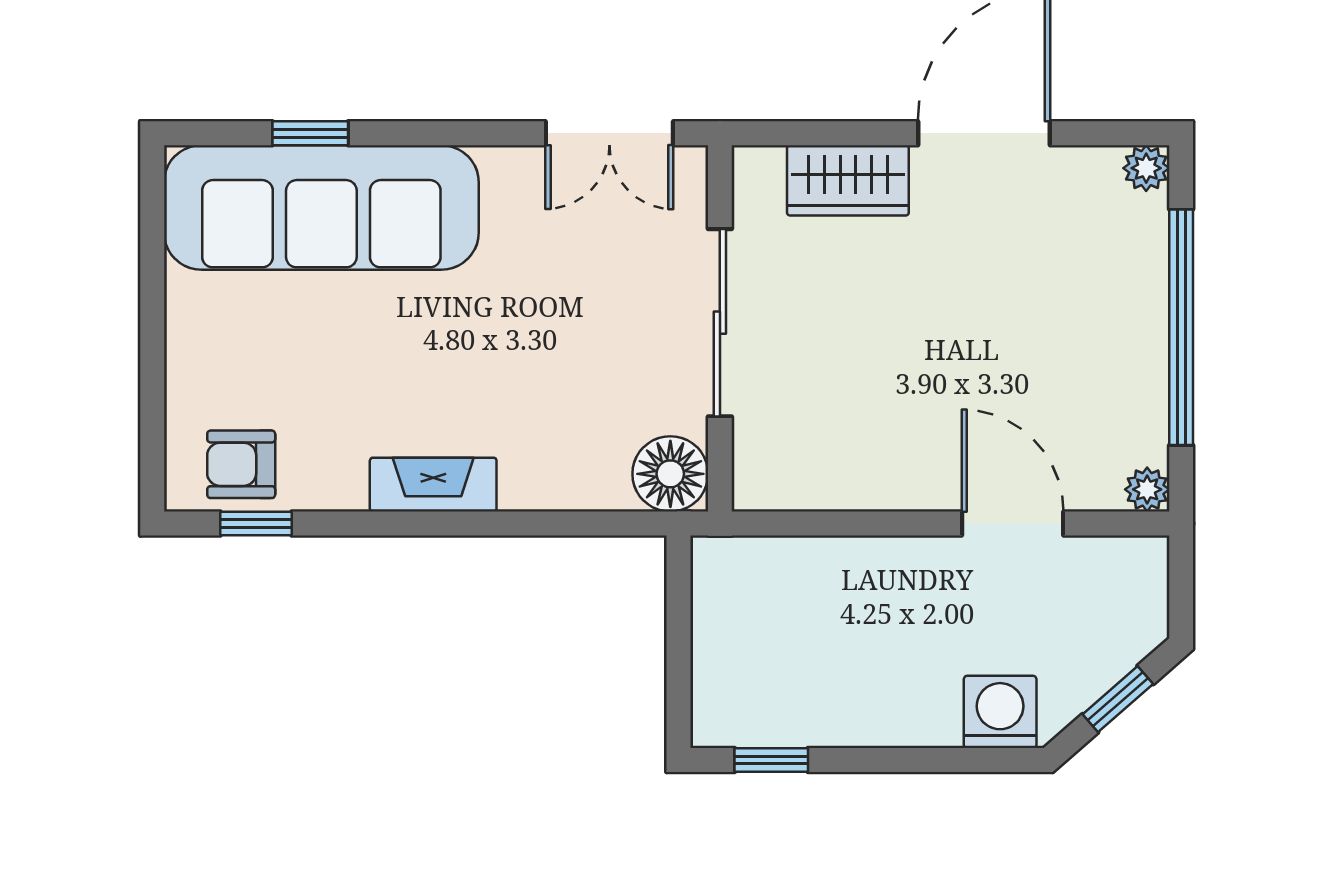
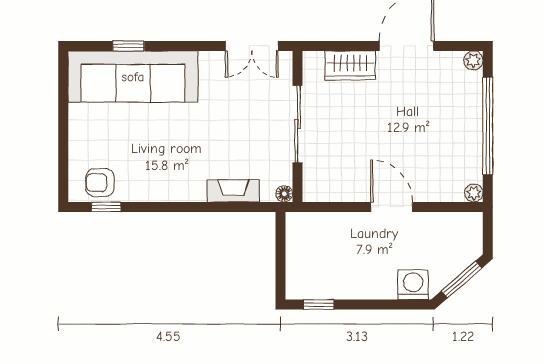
floor lamp: (670, 474) -> (284, 194), width x0.53, depth x0.53
fireplace: (433, 485) -> (233, 191), moved
door: (1013, 523) -> (392, 207), moved
window: (1118, 699) -> (462, 279), width x1.50

